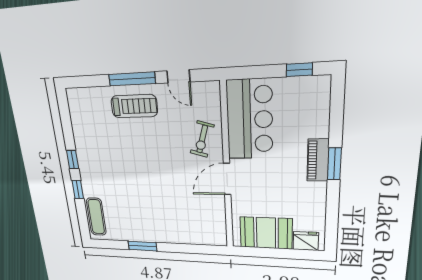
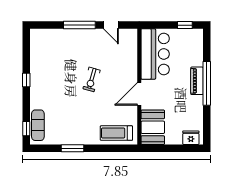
treadmill: (134, 106) -> (116, 133), moved, turned 180
exercise bike: (202, 139) -> (92, 79), moved
window: (334, 164) -> (207, 83), width x2.11
window: (78, 189) -> (26, 129), moved
booth: (266, 233) -> (153, 127), moved, turned 90

